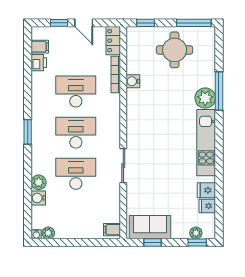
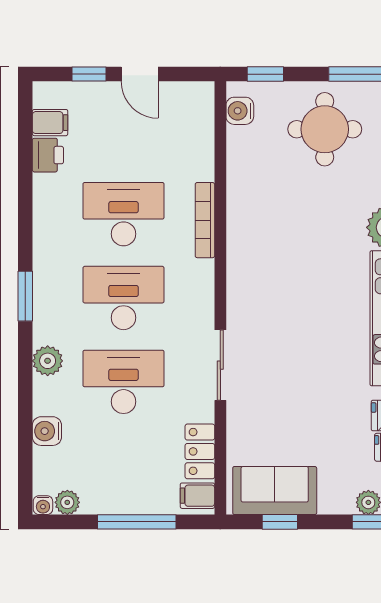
locker: (113, 41) -> (200, 451), moved
bookcase: (116, 74) -> (205, 220), moved
water cooler: (133, 81) -> (240, 111), moved
plant: (39, 182) -> (48, 361), moved
window: (82, 243) -> (137, 522), added

